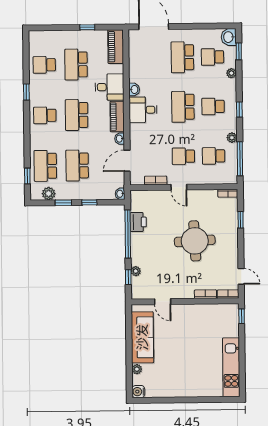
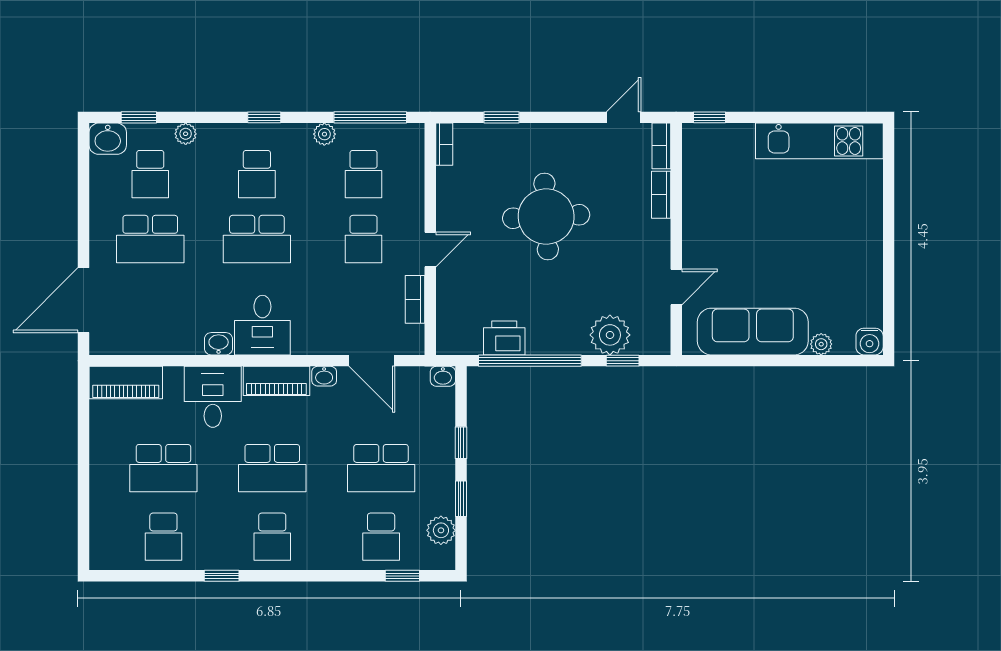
window: (87, 27) -> (84, 443), removed
school desk: (45, 166) -> (381, 537), width x0.54
plant: (136, 271) -> (610, 335), width x1.88, depth x1.88

